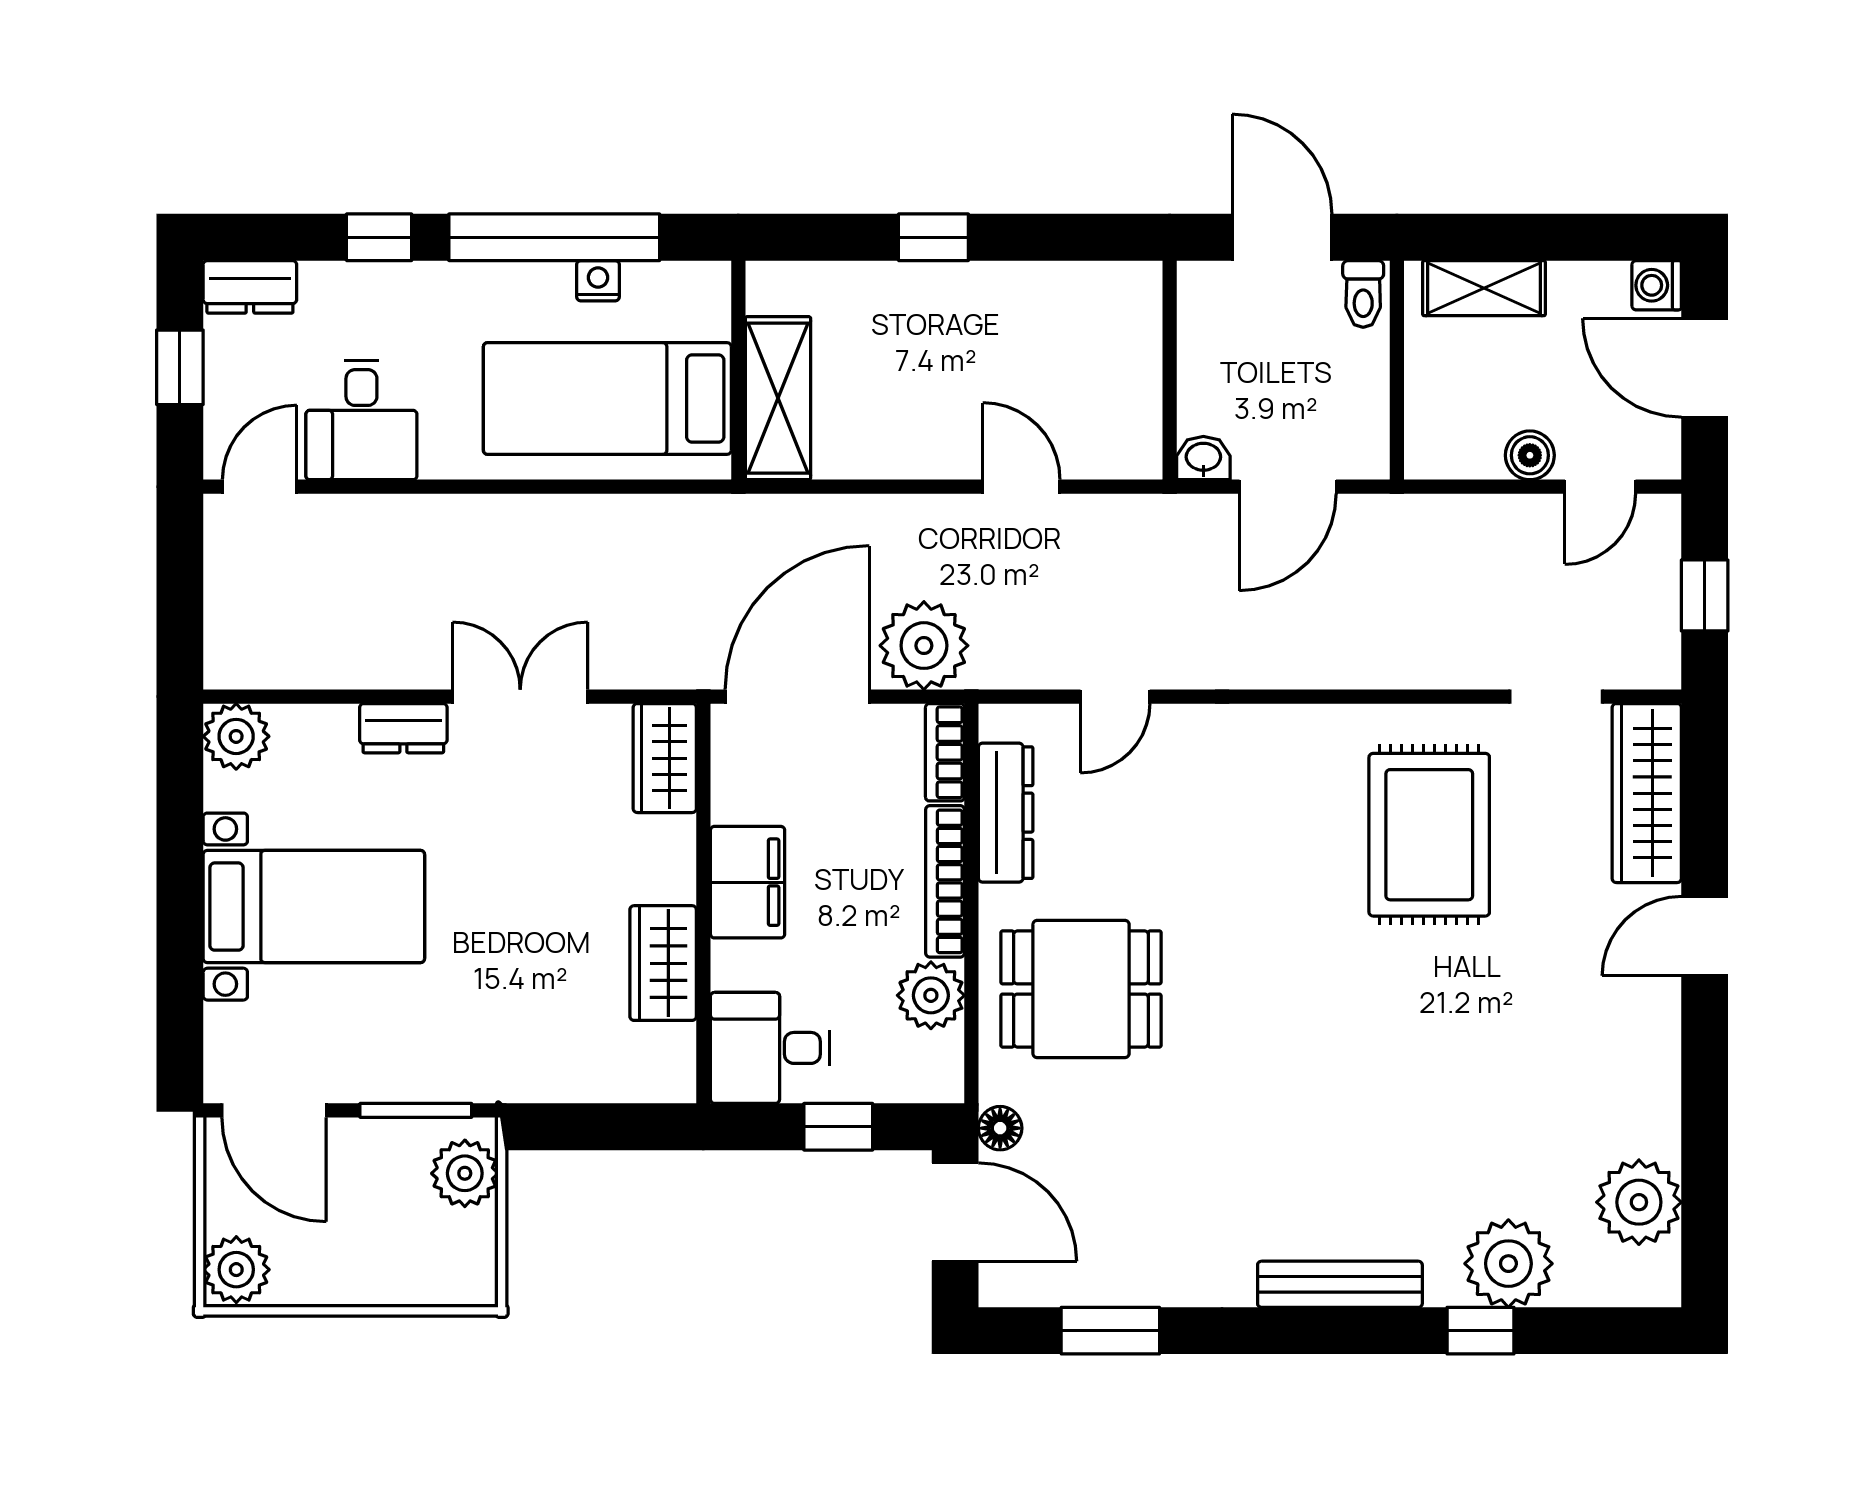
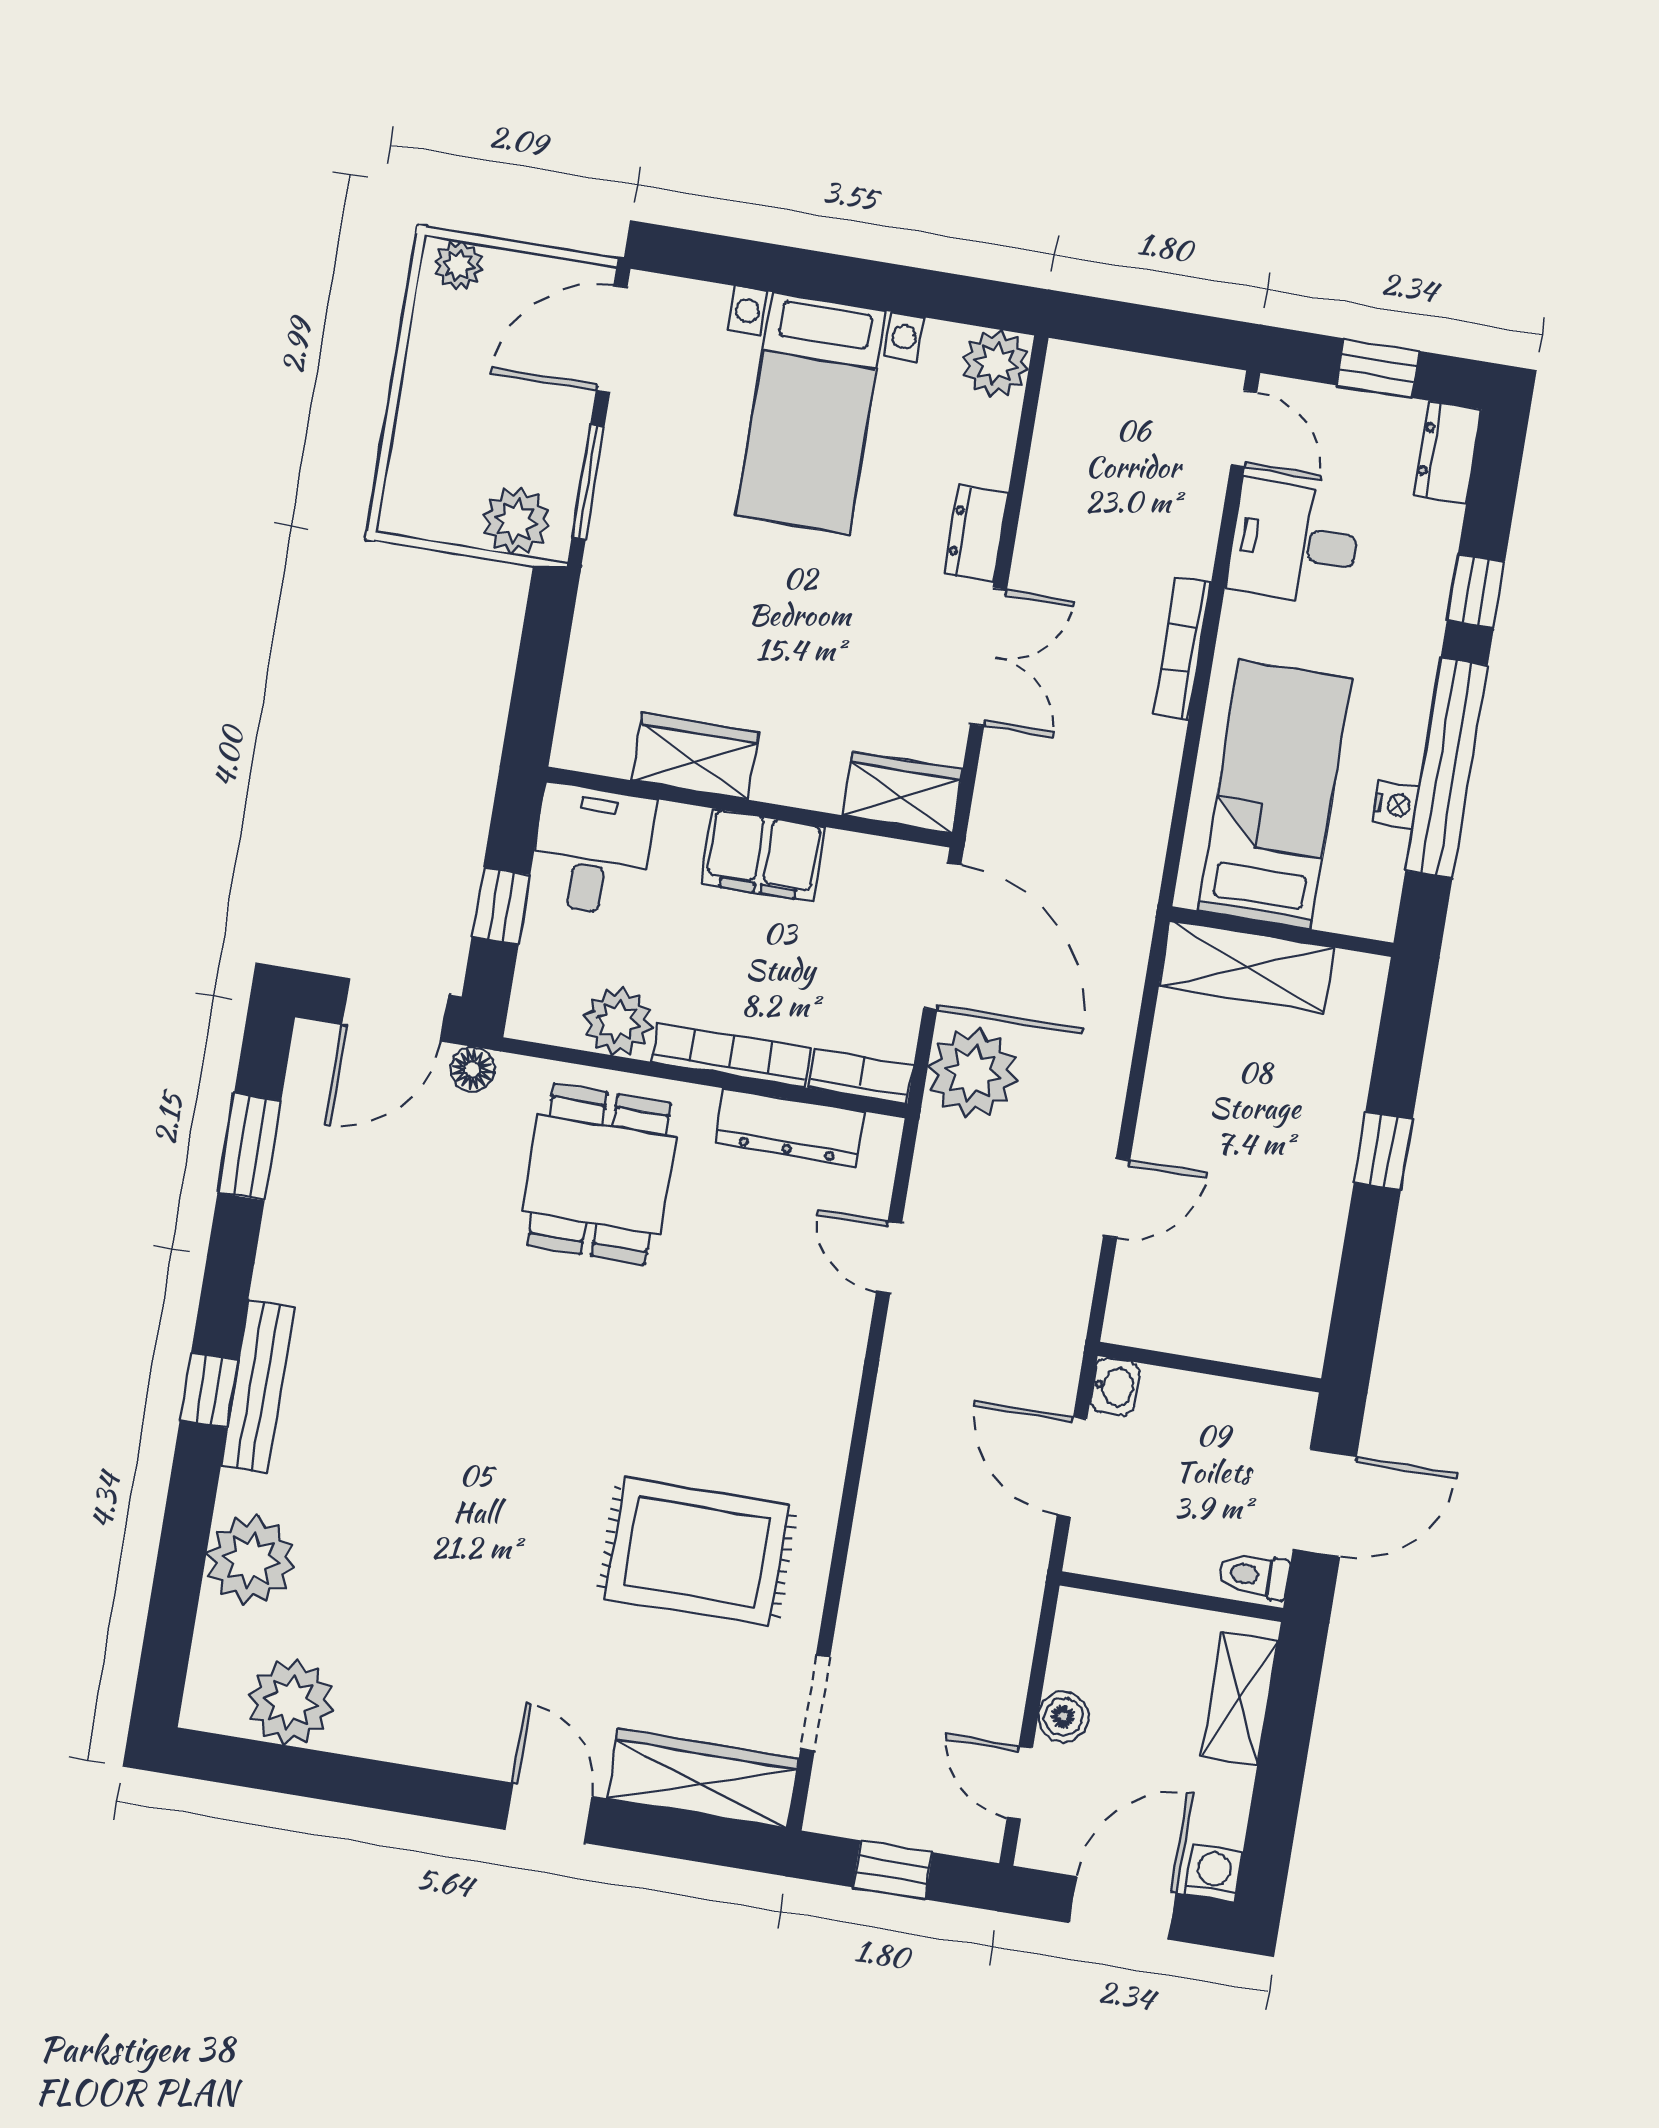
bookcase: (481, 511) -> (1182, 648), added
plant: (236, 1270) -> (459, 265), width x0.73, depth x0.73
window: (1481, 1331) -> (209, 1390), moved

